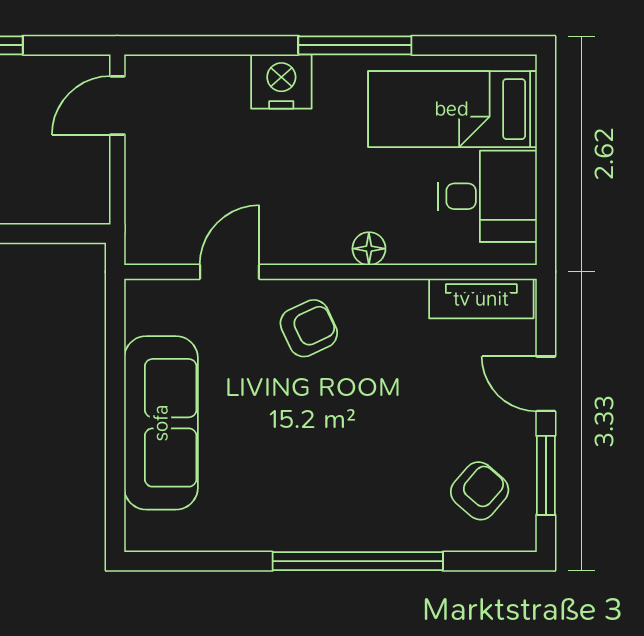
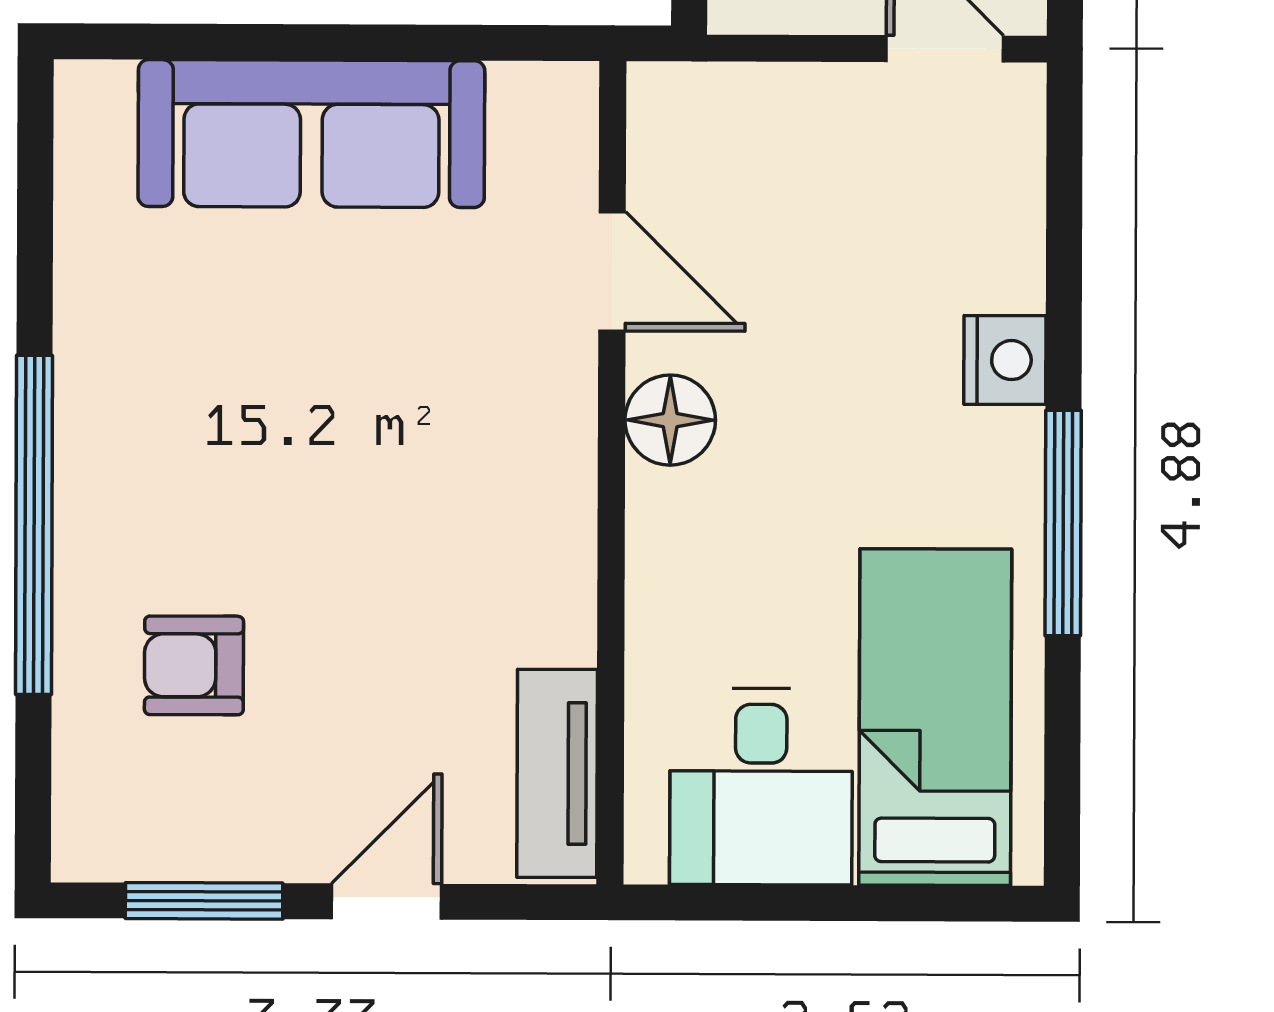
nightstand: (281, 81) -> (1005, 360), width x0.74, depth x0.75
floor lamp: (369, 249) -> (670, 420), moved, width x1.37, depth x1.37
armchair: (309, 328) -> (499, 429), removed
armchair: (480, 491) -> (194, 665), moved, turned 139

